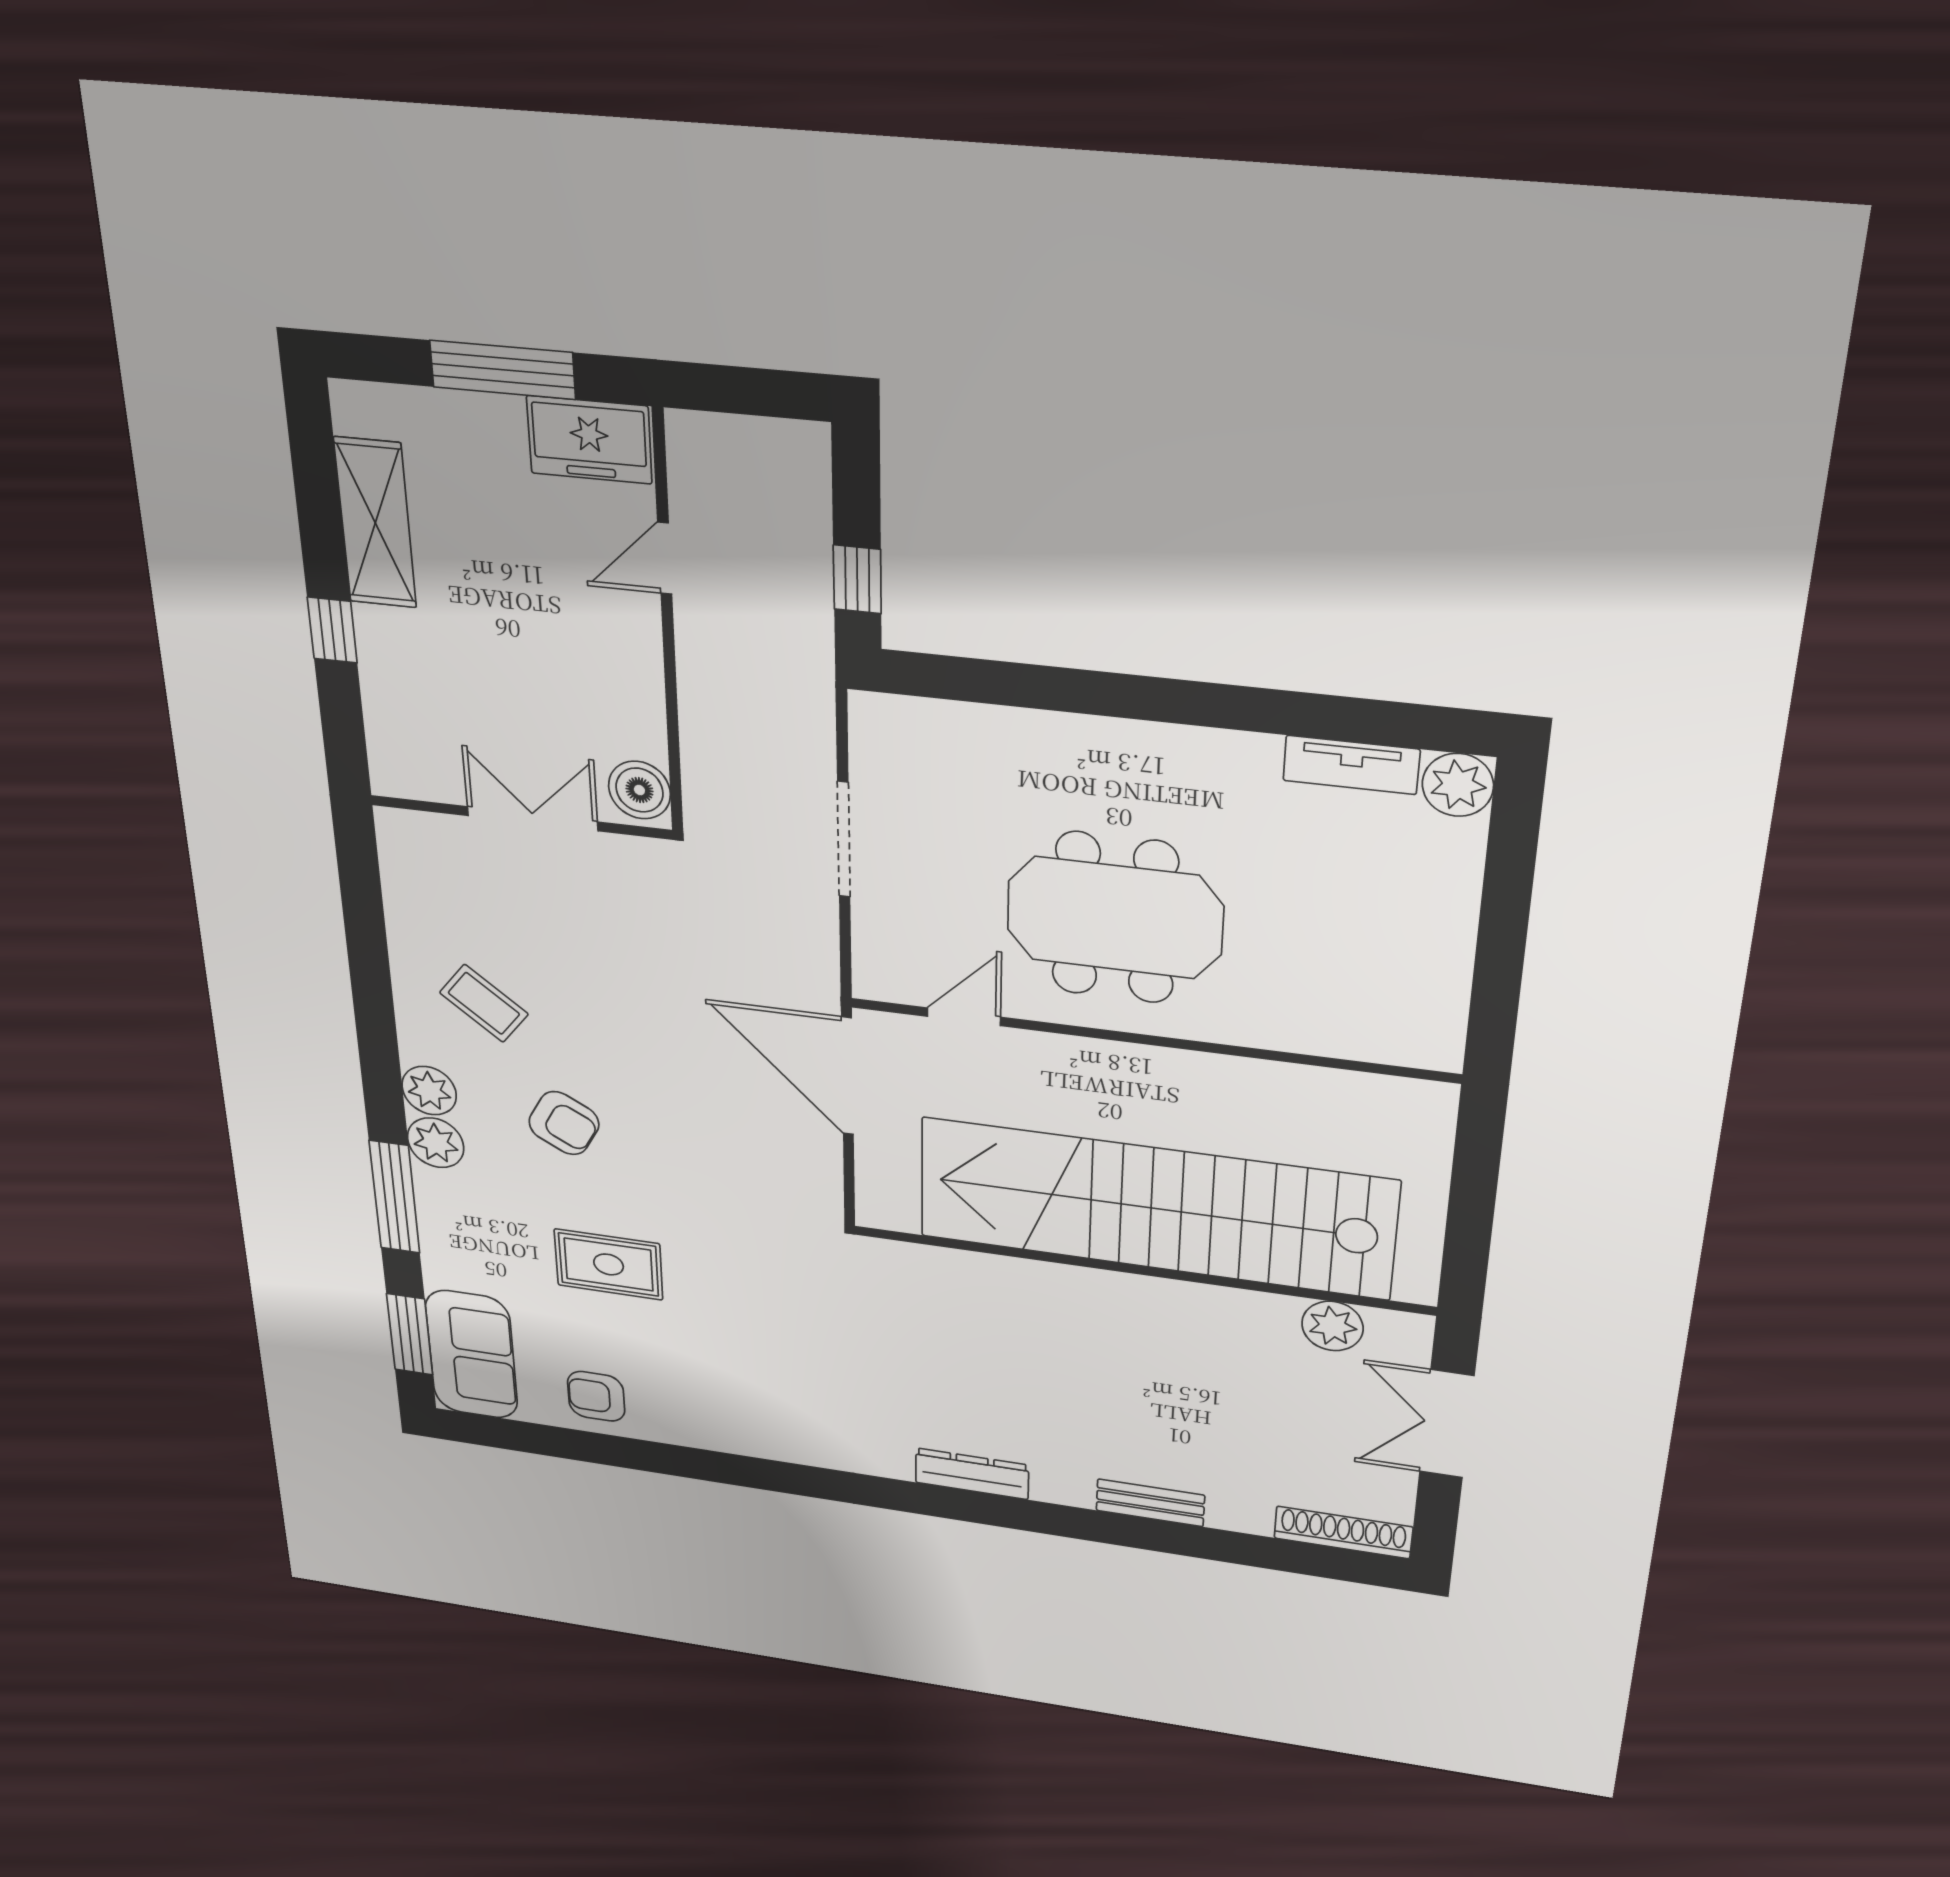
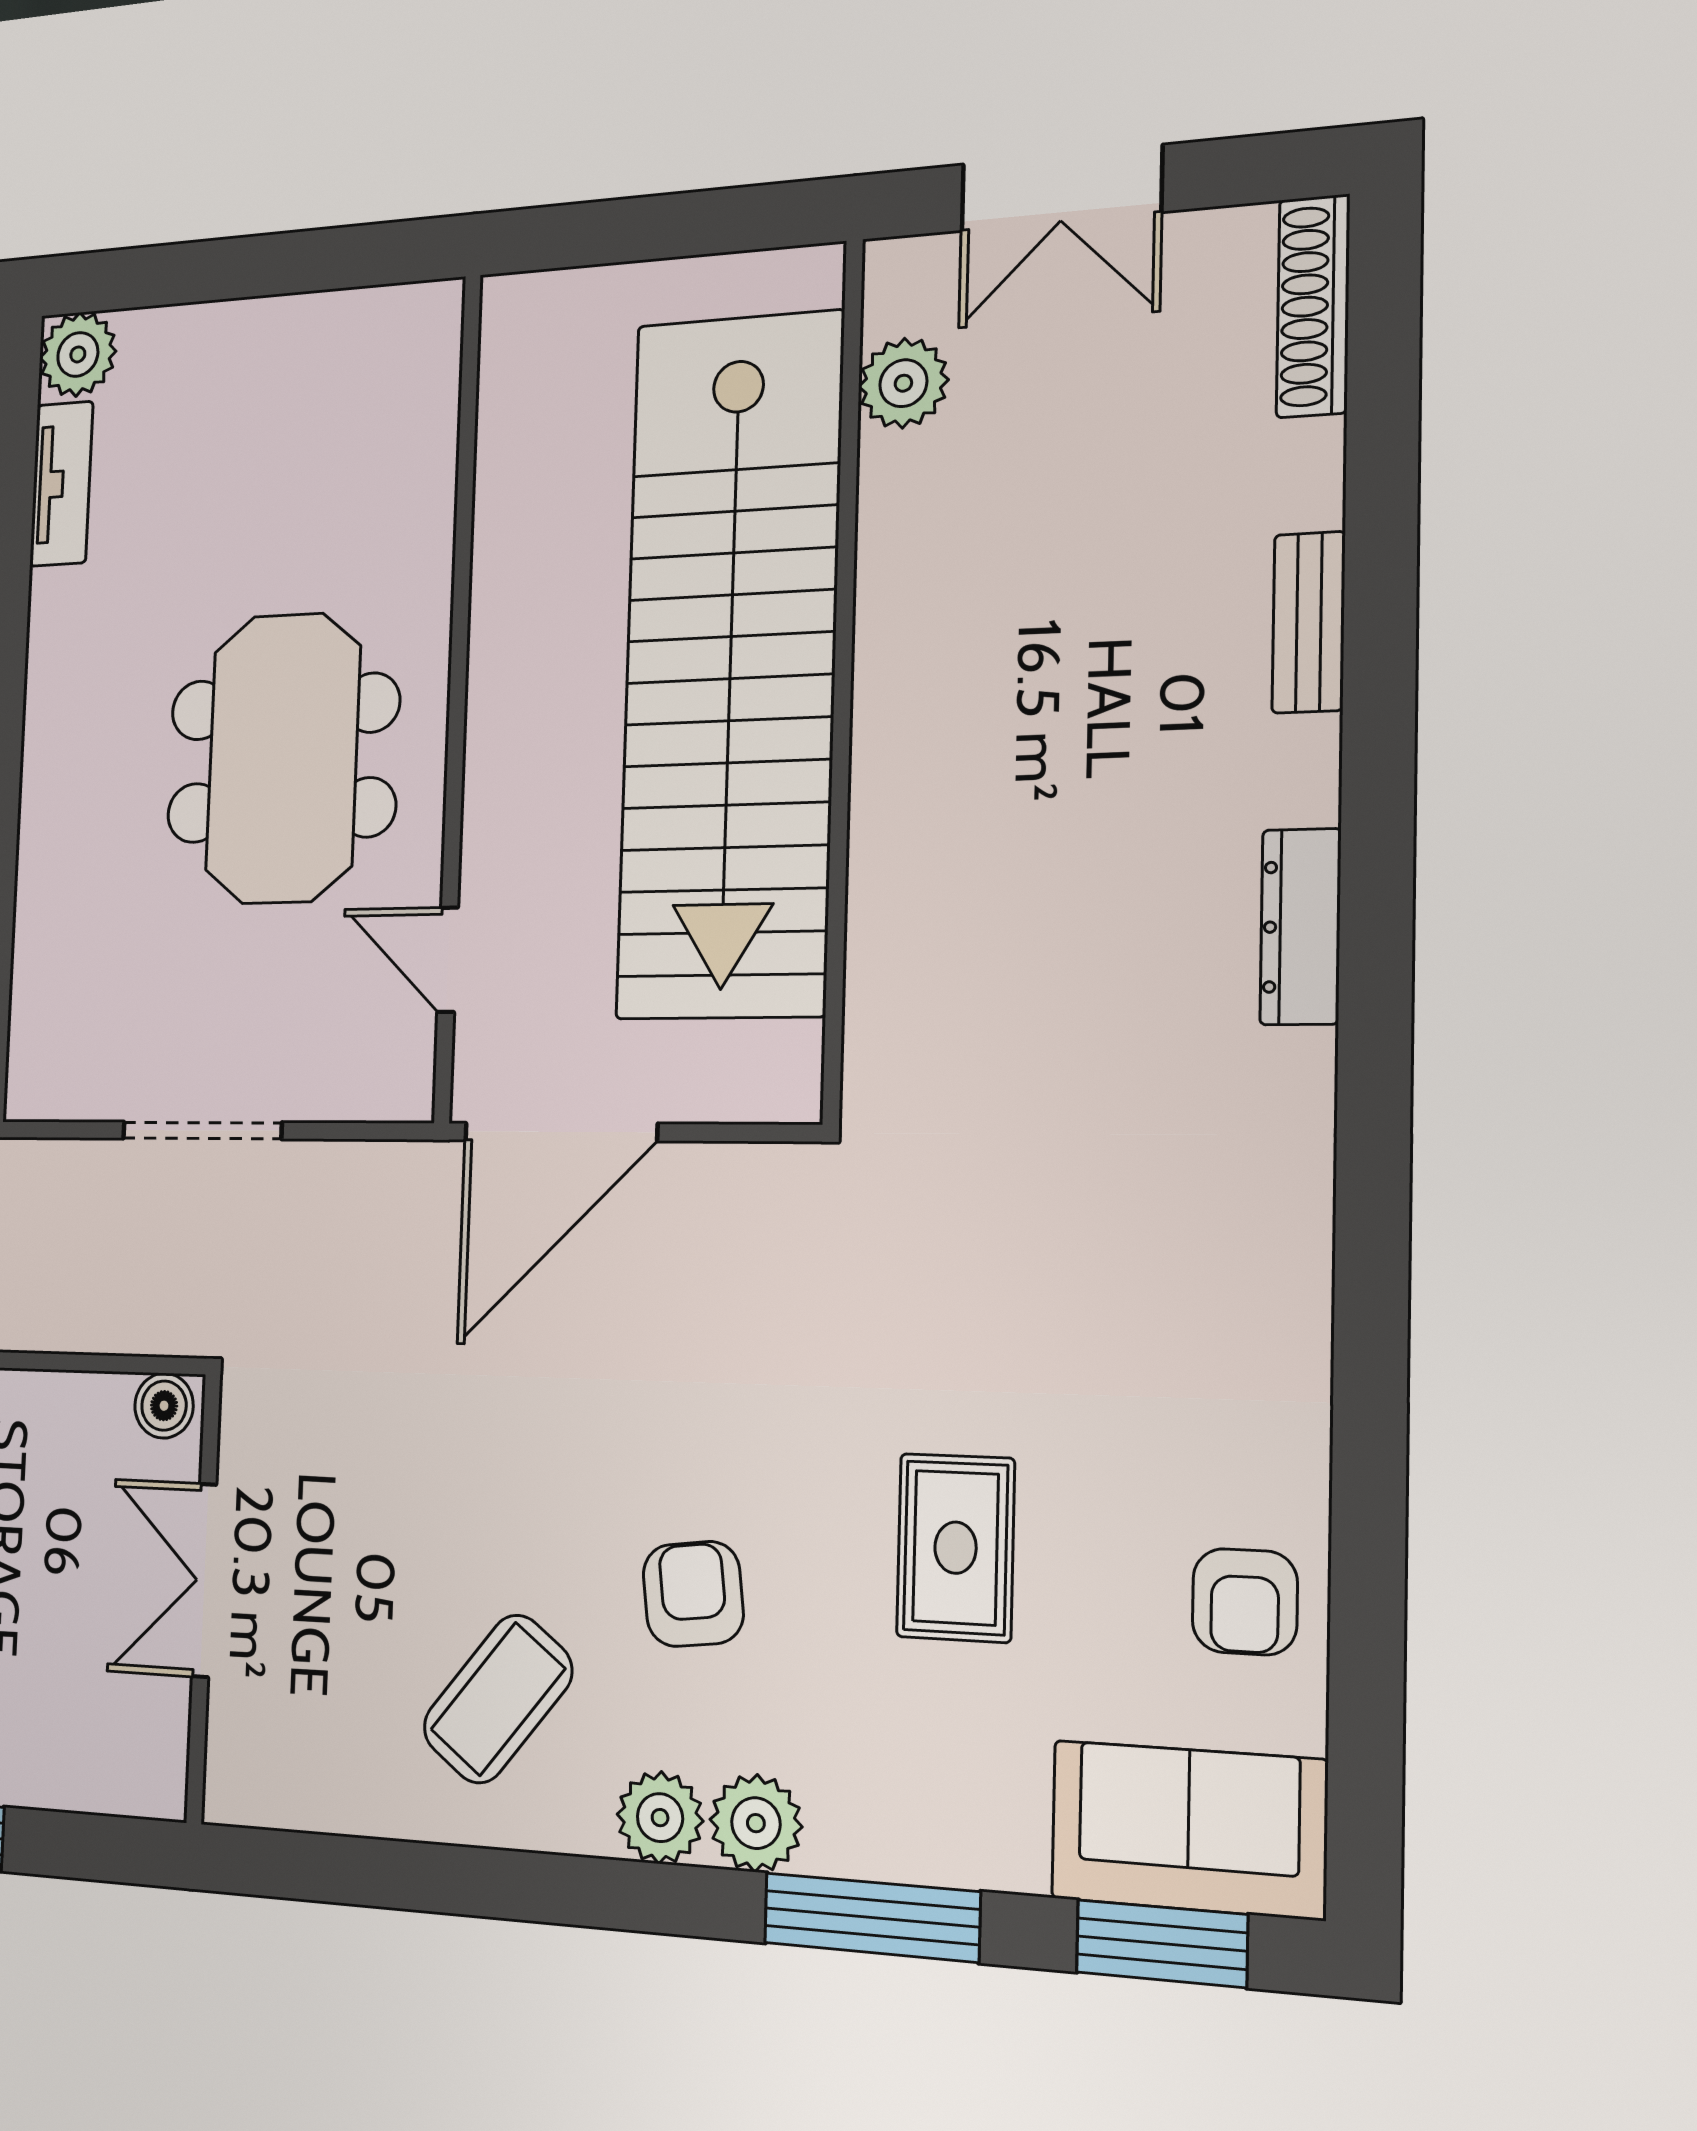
boiler: (639, 790) -> (164, 1406), width x0.73, depth x0.73
coffee table: (484, 1003) -> (498, 1699), width x1.36, depth x1.30
armchair: (564, 1123) -> (693, 1594), turned -36

